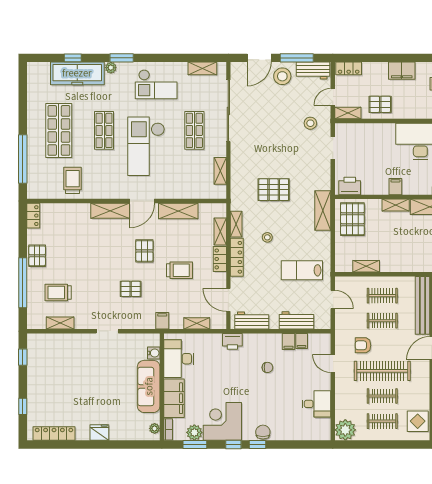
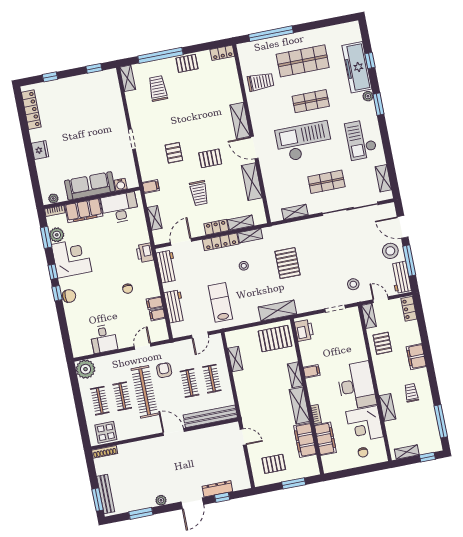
shelving: (60, 323) -> (128, 78), moved

